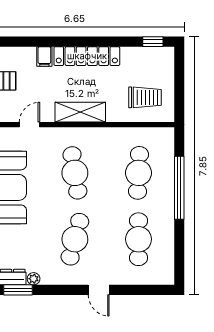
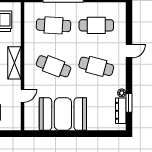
door: (29, 125) -> (22, 96), swing flipped
cafe table: (75, 173) -> (54, 66), turned 30

